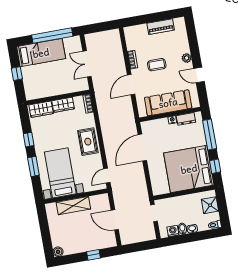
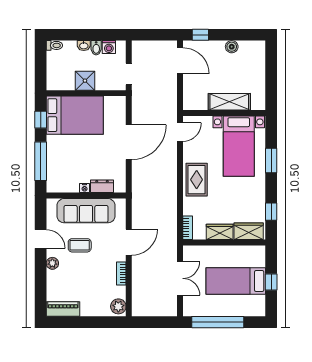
piano: (161, 27) -> (63, 309), moved
plant: (130, 34) -> (118, 306), added
bed: (41, 53) -> (236, 281), moved
coffee table: (157, 65) -> (80, 245), moved
dresser: (186, 119) -> (102, 186), moved
window: (29, 140) -> (271, 212), moved
door: (142, 148) -> (129, 142), moved
bed: (189, 169) -> (75, 115), width x0.73
shower: (210, 205) -> (85, 81), moved
door: (115, 220) -> (180, 61), moved
boiler: (58, 252) -> (232, 47), moved
window: (94, 255) -> (200, 35), moved

